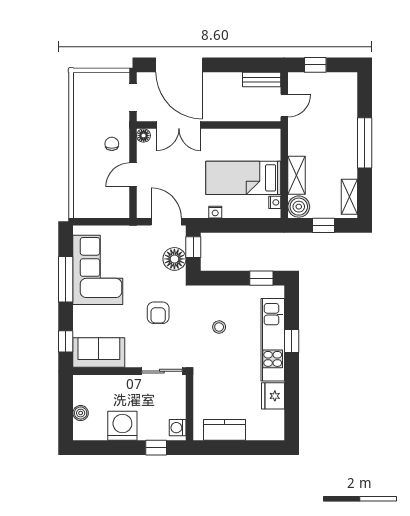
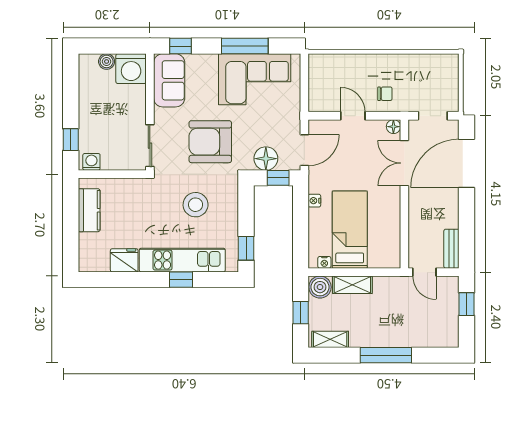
armchair: (158, 313) -> (210, 142), width x1.88, depth x1.88
stool: (219, 327) -> (196, 205), width x1.89, depth x1.89
washing machine: (122, 426) -> (131, 69), moved, turned 90

